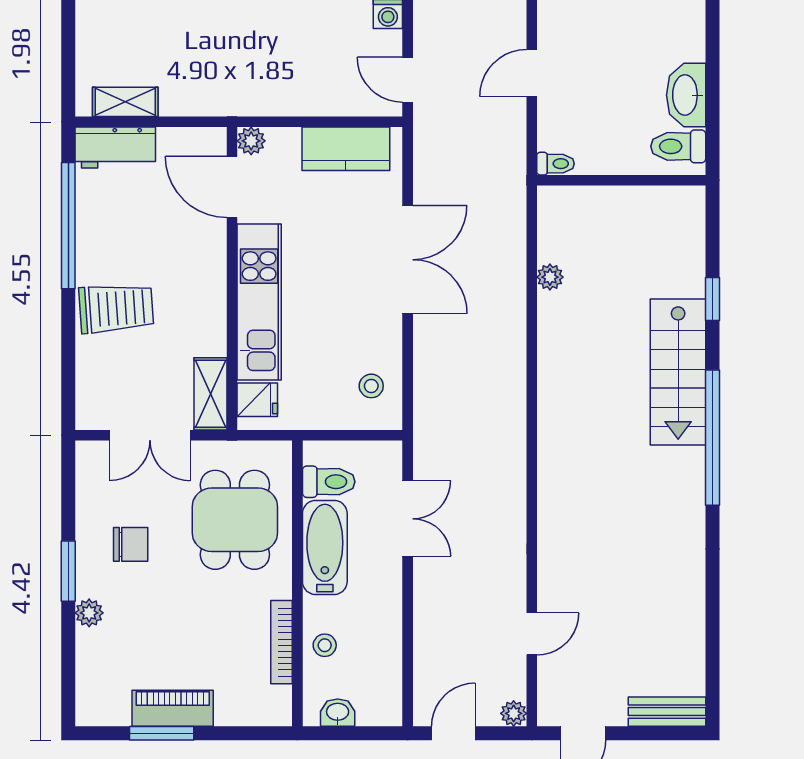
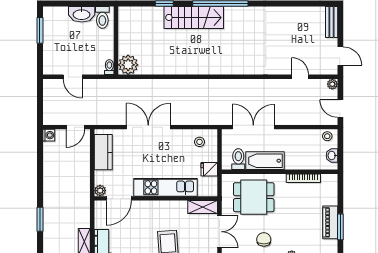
plant: (550, 277) -> (128, 65), moved, width x1.88, depth x1.88
fridge: (257, 400) -> (209, 169), moved, turned -90
double door: (408, 519) -> (253, 127), width x1.37
stool: (325, 645) -> (327, 136), moved

